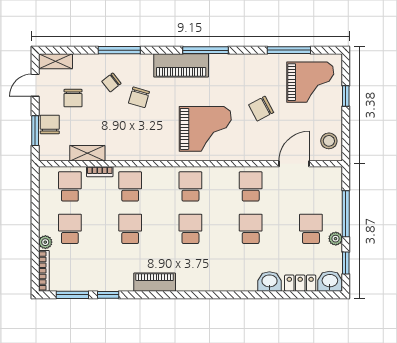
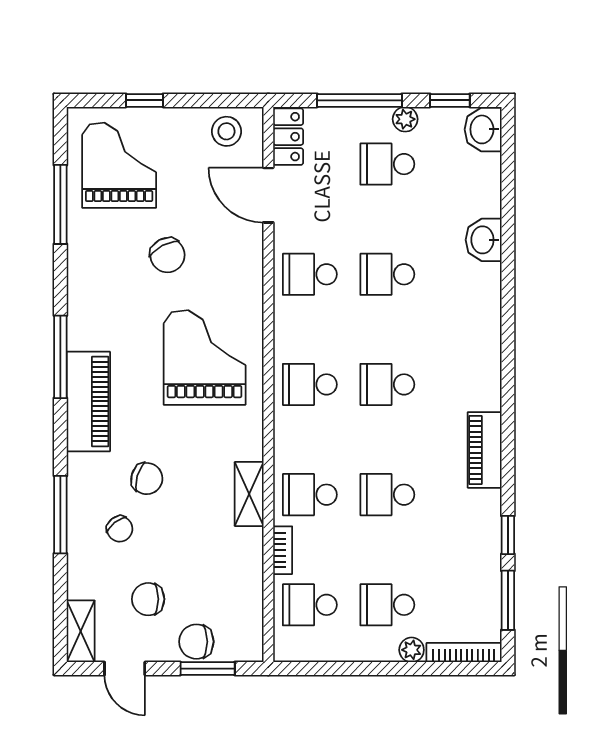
chair: (73, 98) -> (148, 599), turned 180
shelving: (87, 153) -> (249, 494), moved
locker: (300, 283) -> (288, 137), moved, turned 180

